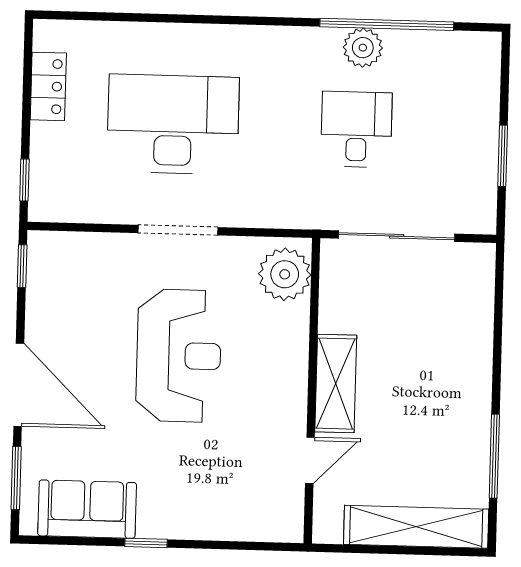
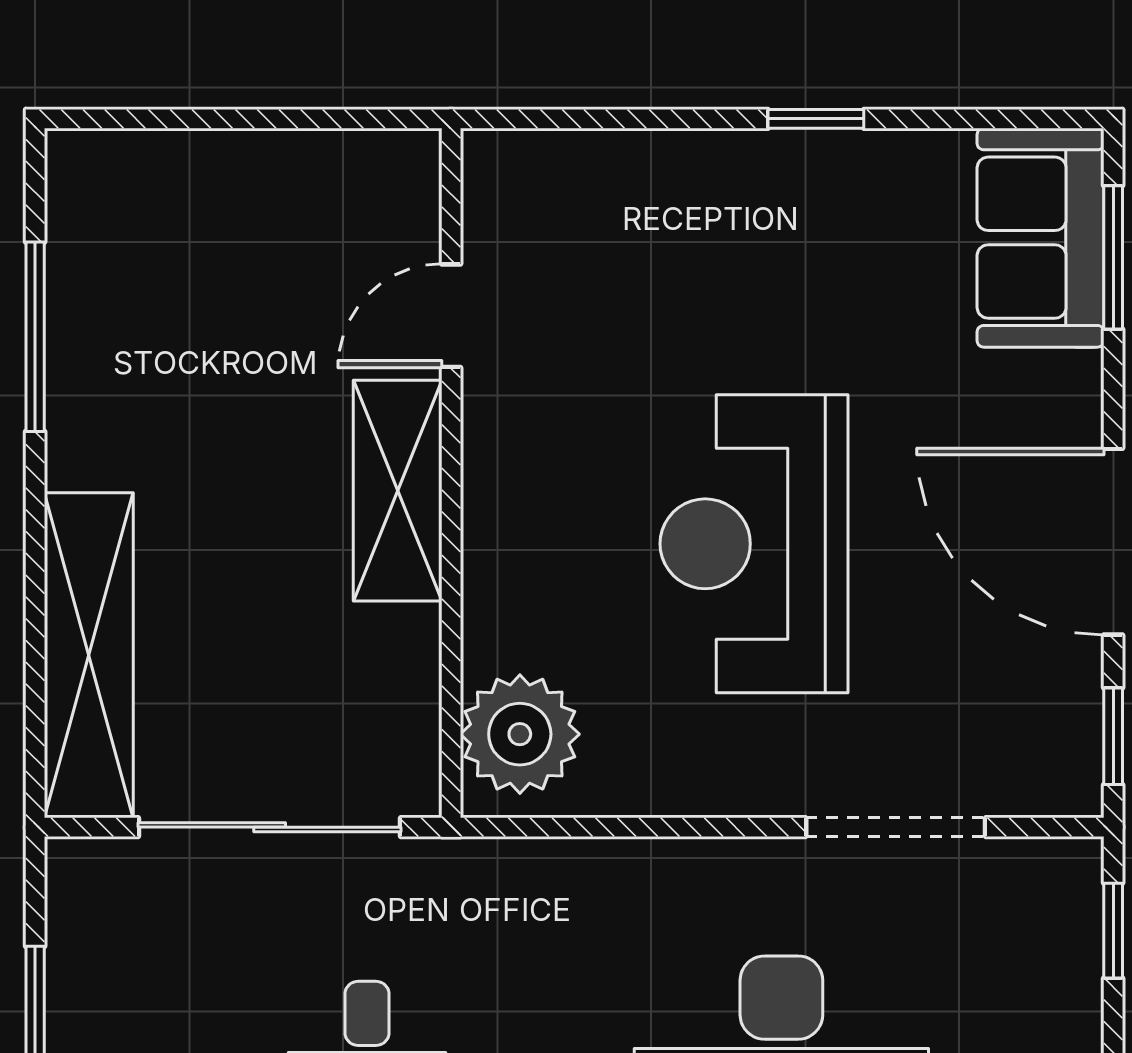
doorway: (178, 230) -> (896, 827), moved
door: (19, 385) -> (1113, 542), moved
sofa: (87, 509) -> (1041, 238), moved, turned 90
shelving: (416, 527) -> (89, 655), moved, turned 90

